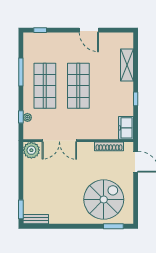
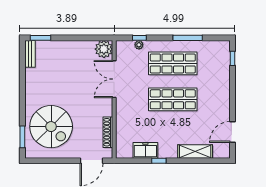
door: (89, 30) -> (232, 132), moved
freezer: (126, 128) -> (145, 150), moved

